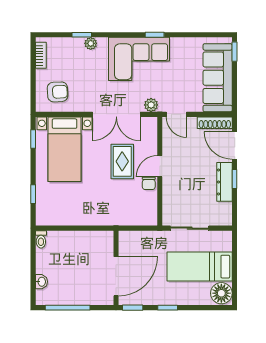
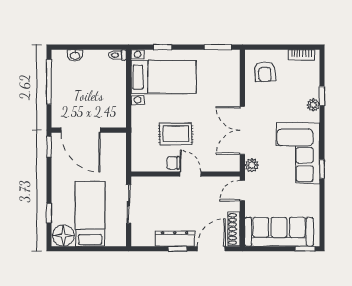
window: (33, 139) -> (218, 47), width x1.50
bed with nightstands: (65, 149) -> (164, 77), moved, turned 180
rug: (122, 161) -> (176, 134), moved
window: (168, 308) -> (49, 213), moved

